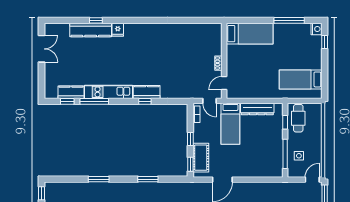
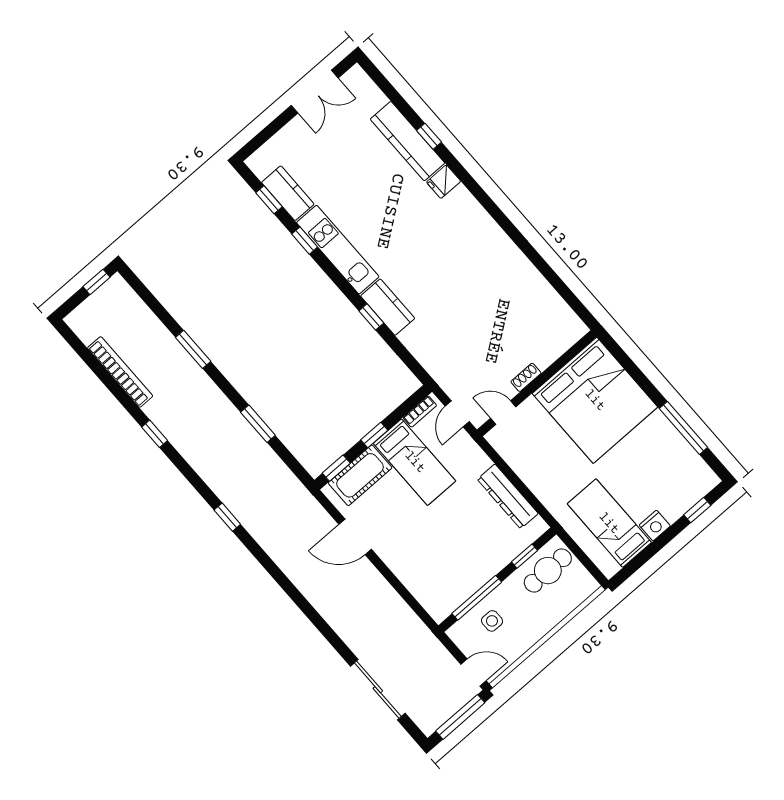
nightstand: (316, 29) -> (655, 526), moved
bed: (250, 34) -> (595, 400), width x2.04
window: (94, 101) -> (305, 241), width x0.46
bed: (230, 124) -> (415, 462), moved, turned -90

